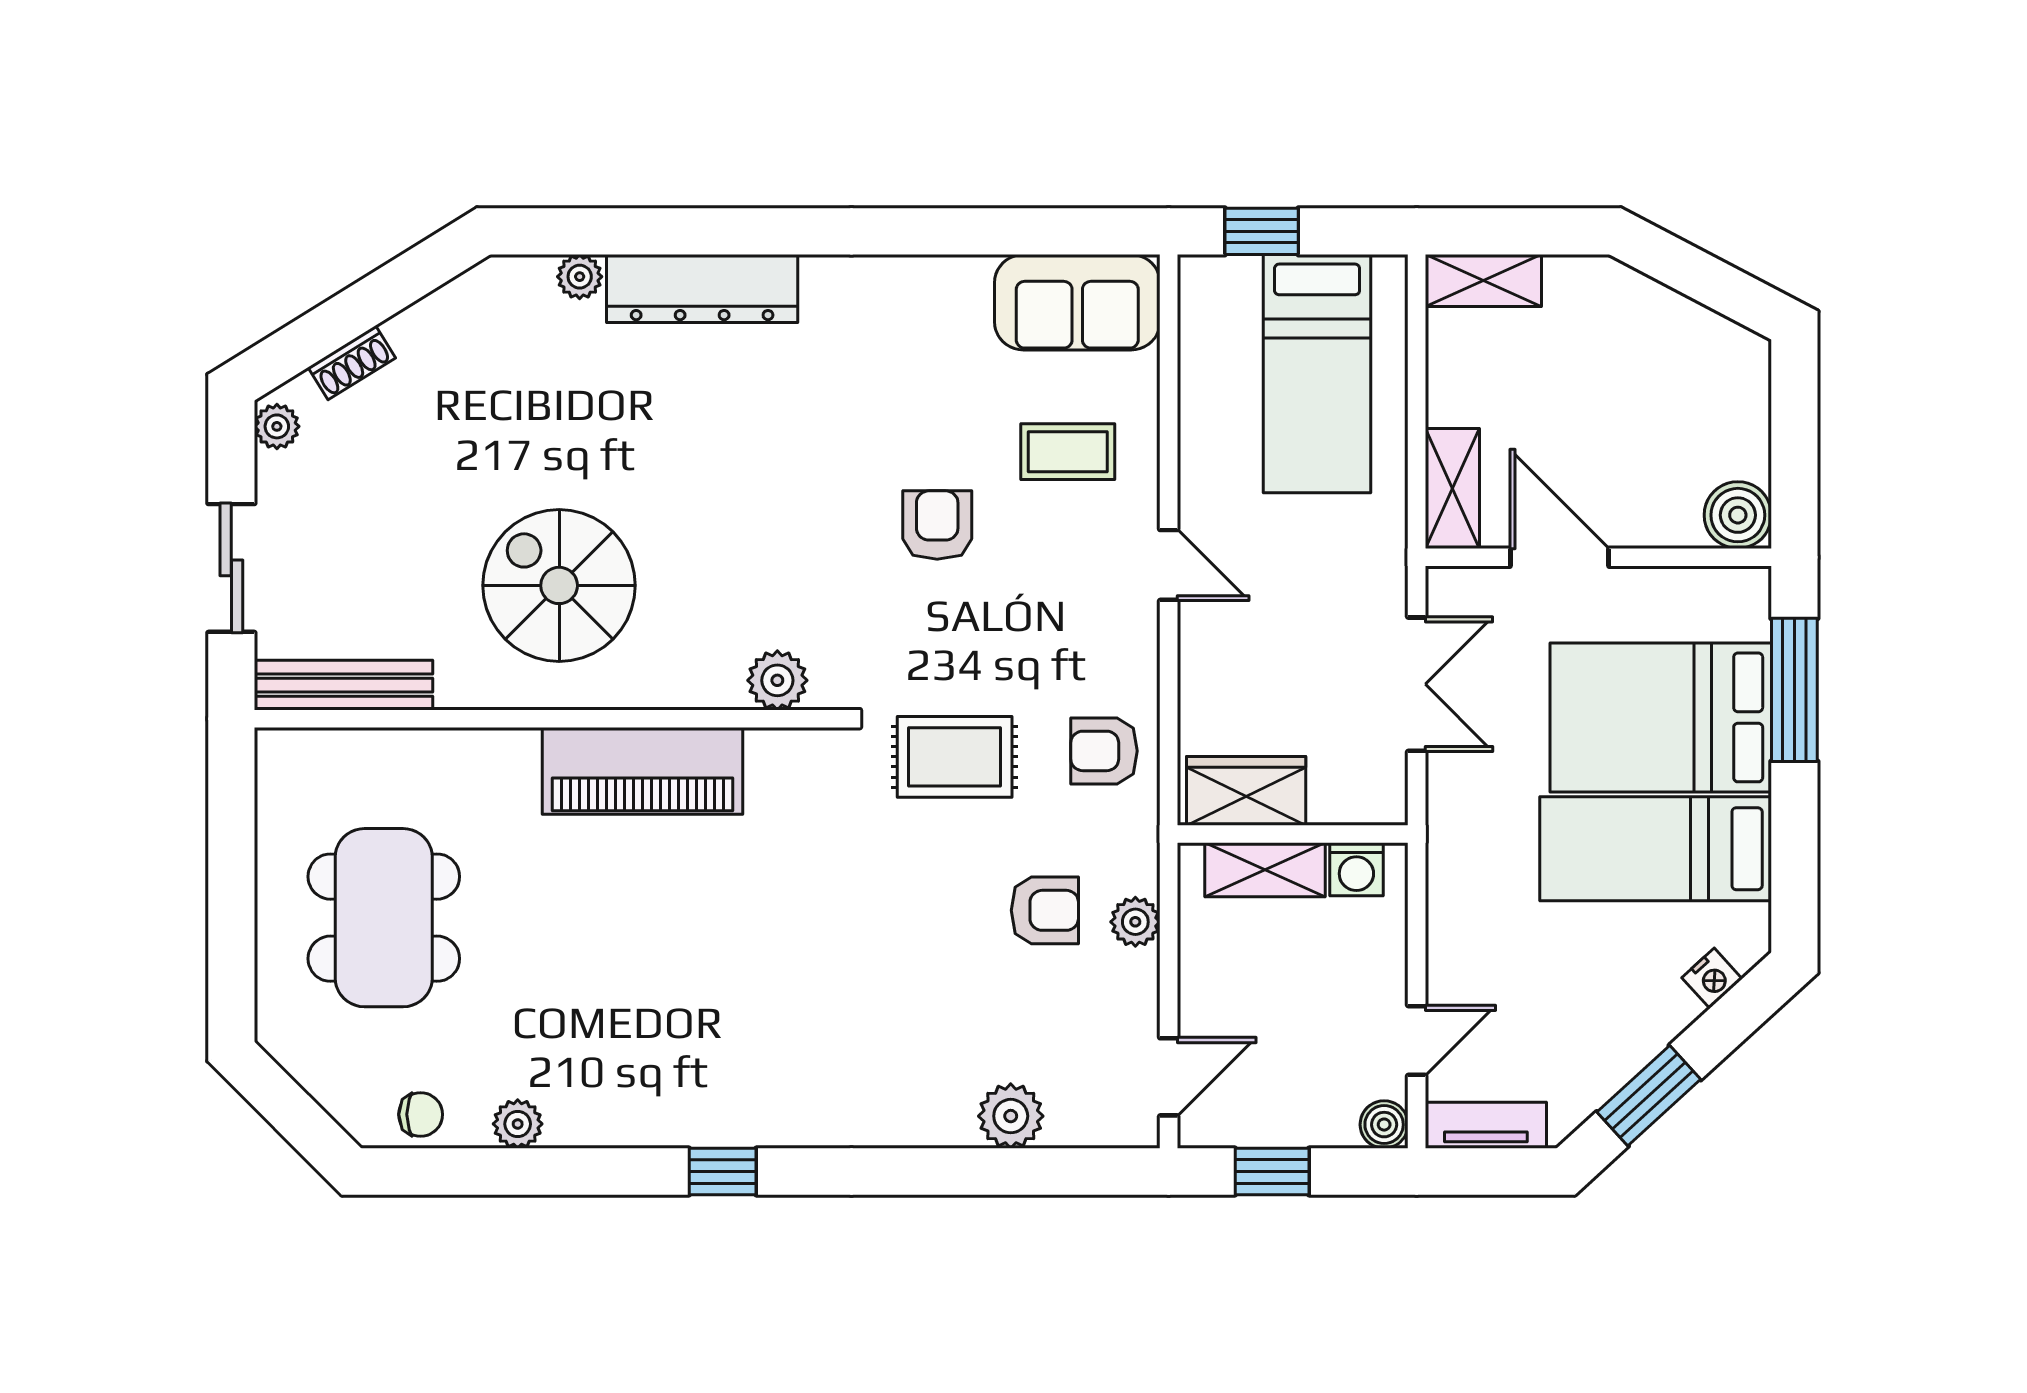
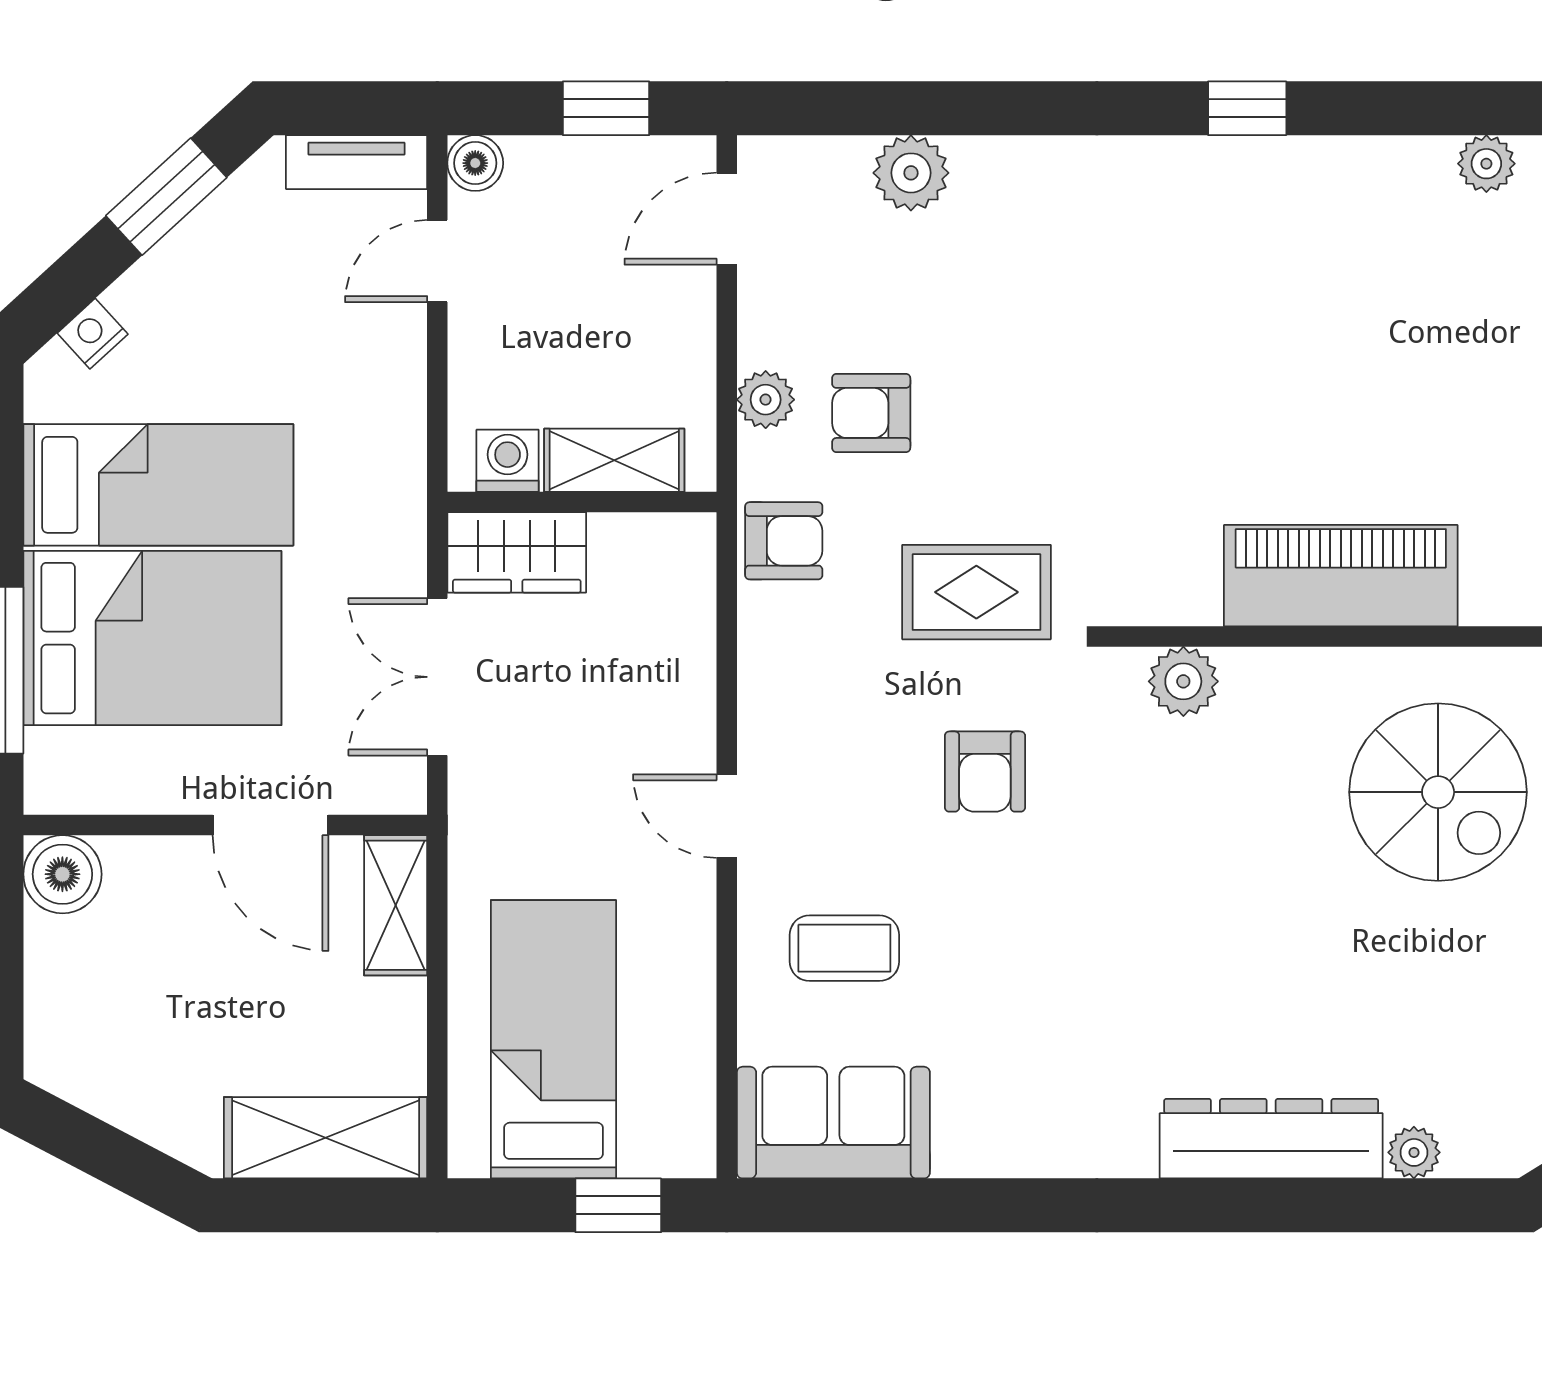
shelving: (1483, 281) -> (326, 1138), width x1.50, depth x1.33
armchair: (937, 525) -> (985, 772), moved
armchair: (1104, 751) -> (784, 541), moved
wardrobe: (1246, 791) -> (517, 552), moved

